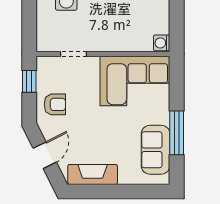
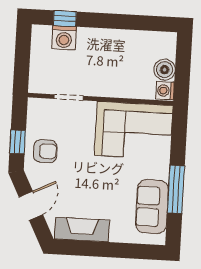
boiler: (160, 24) -> (165, 70), added
window: (29, 81) -> (18, 142), moved

